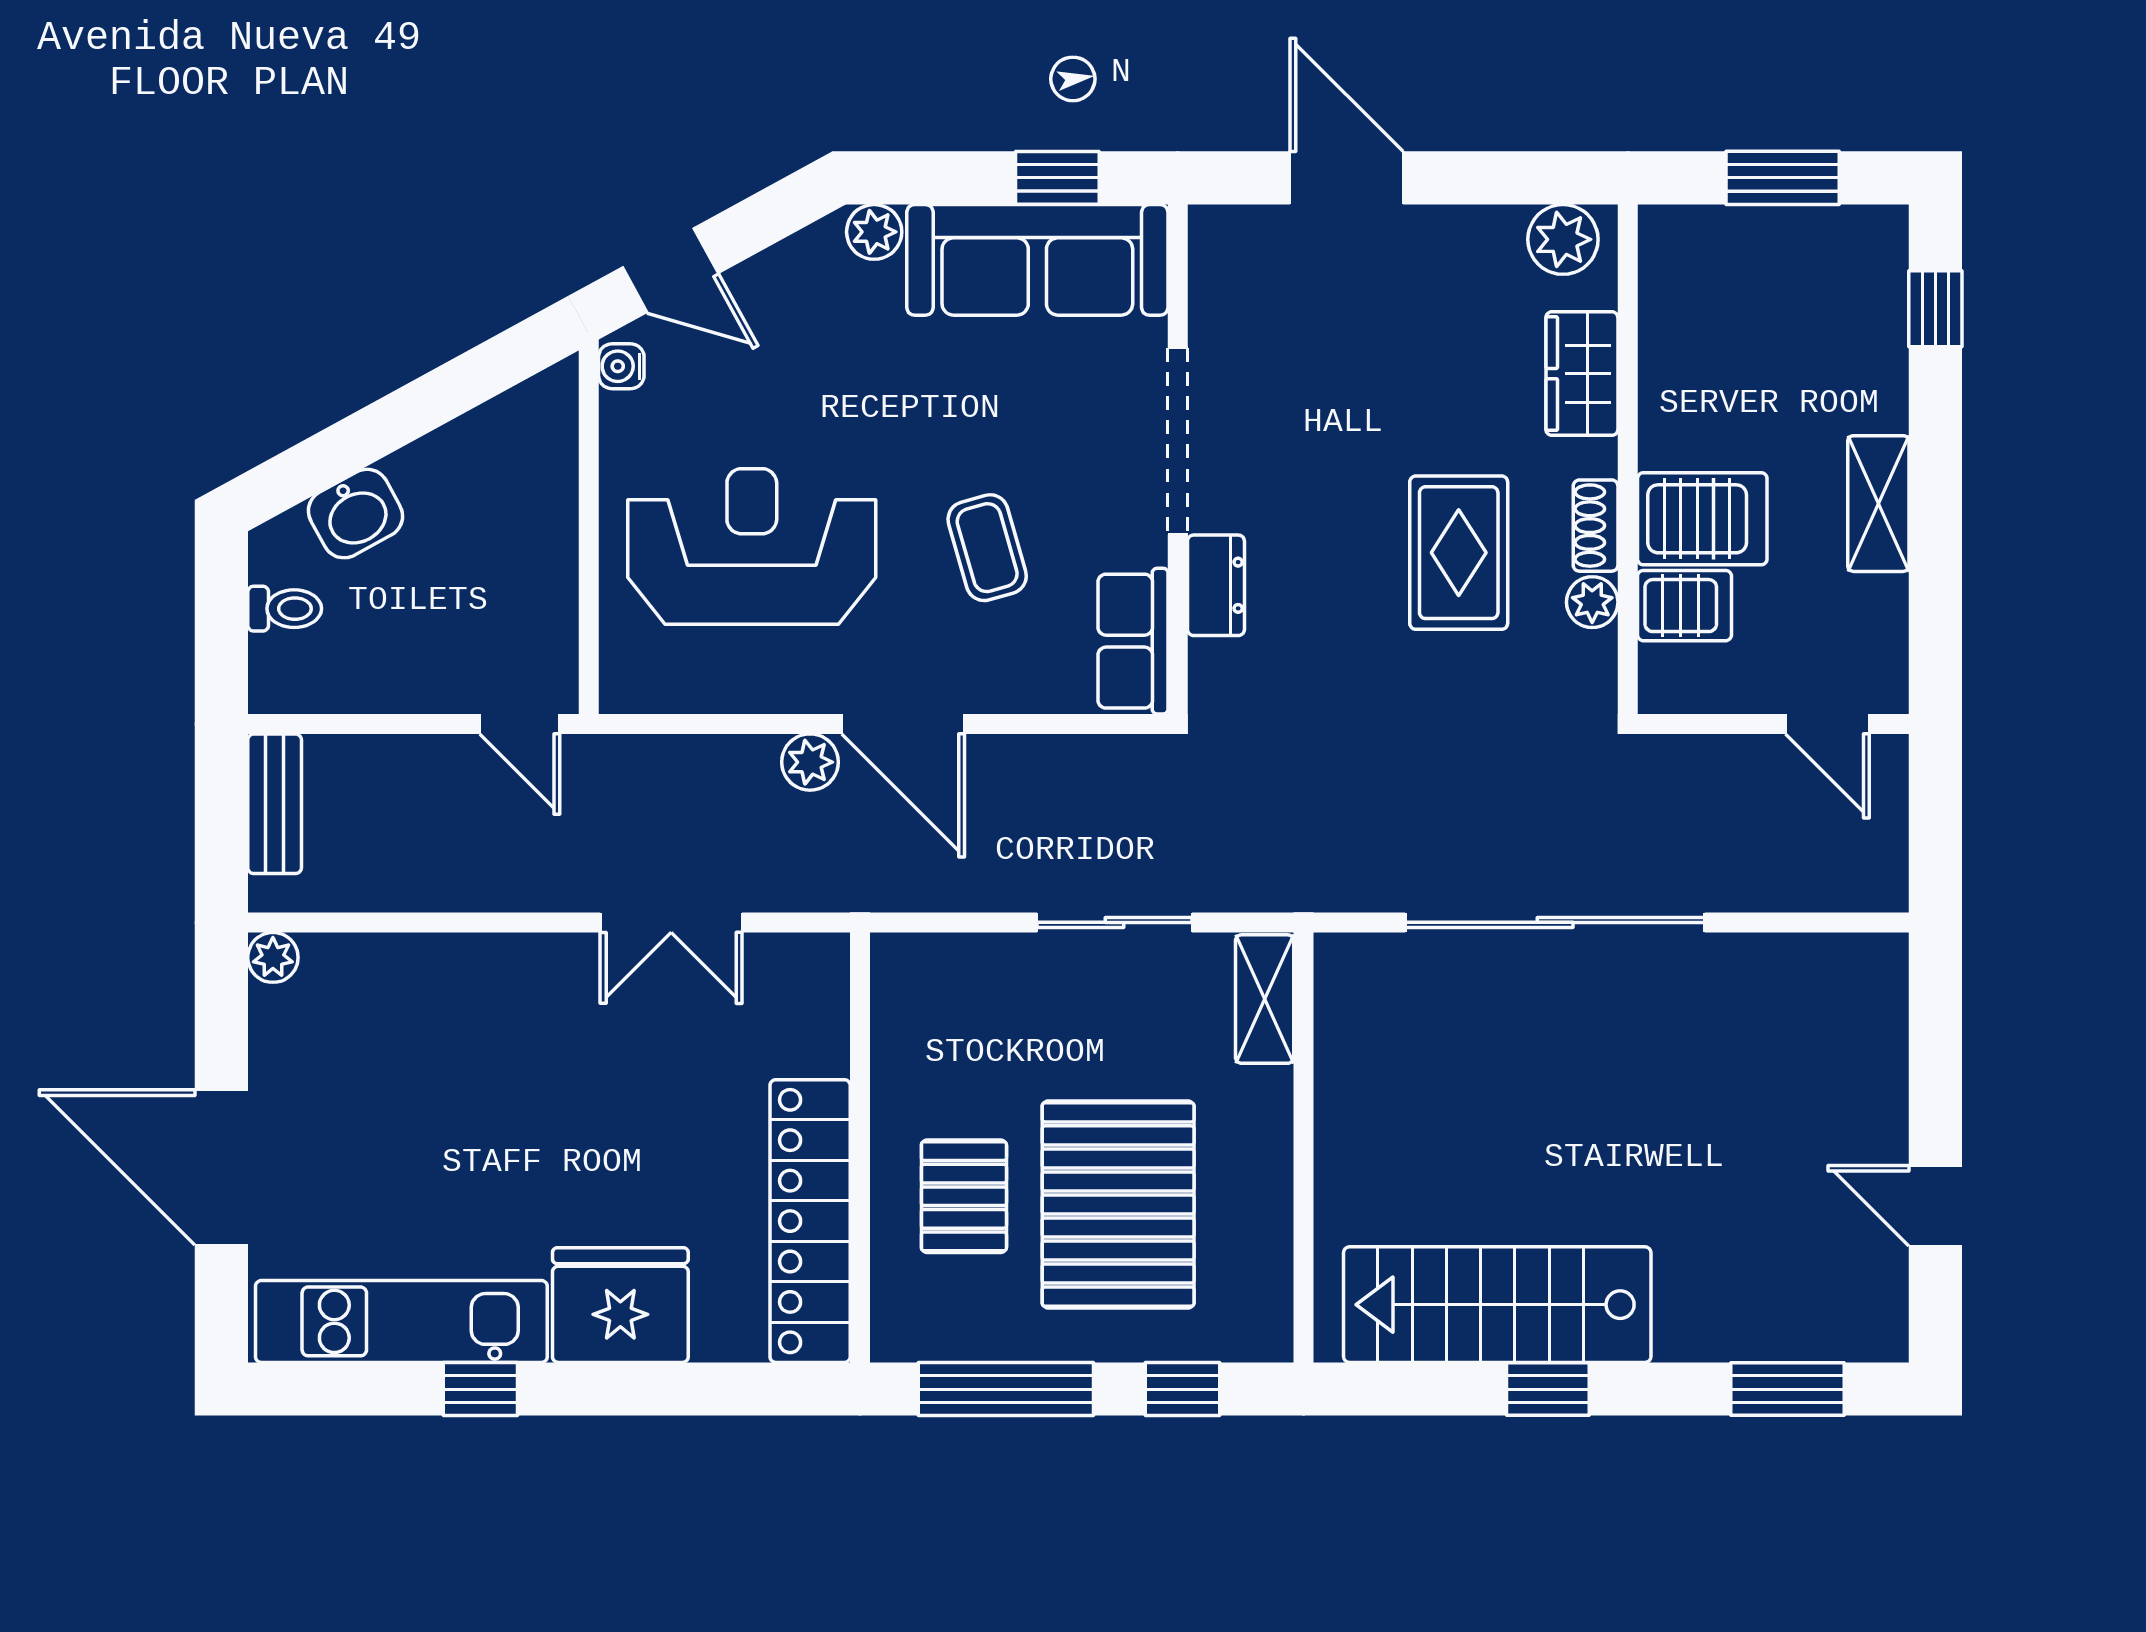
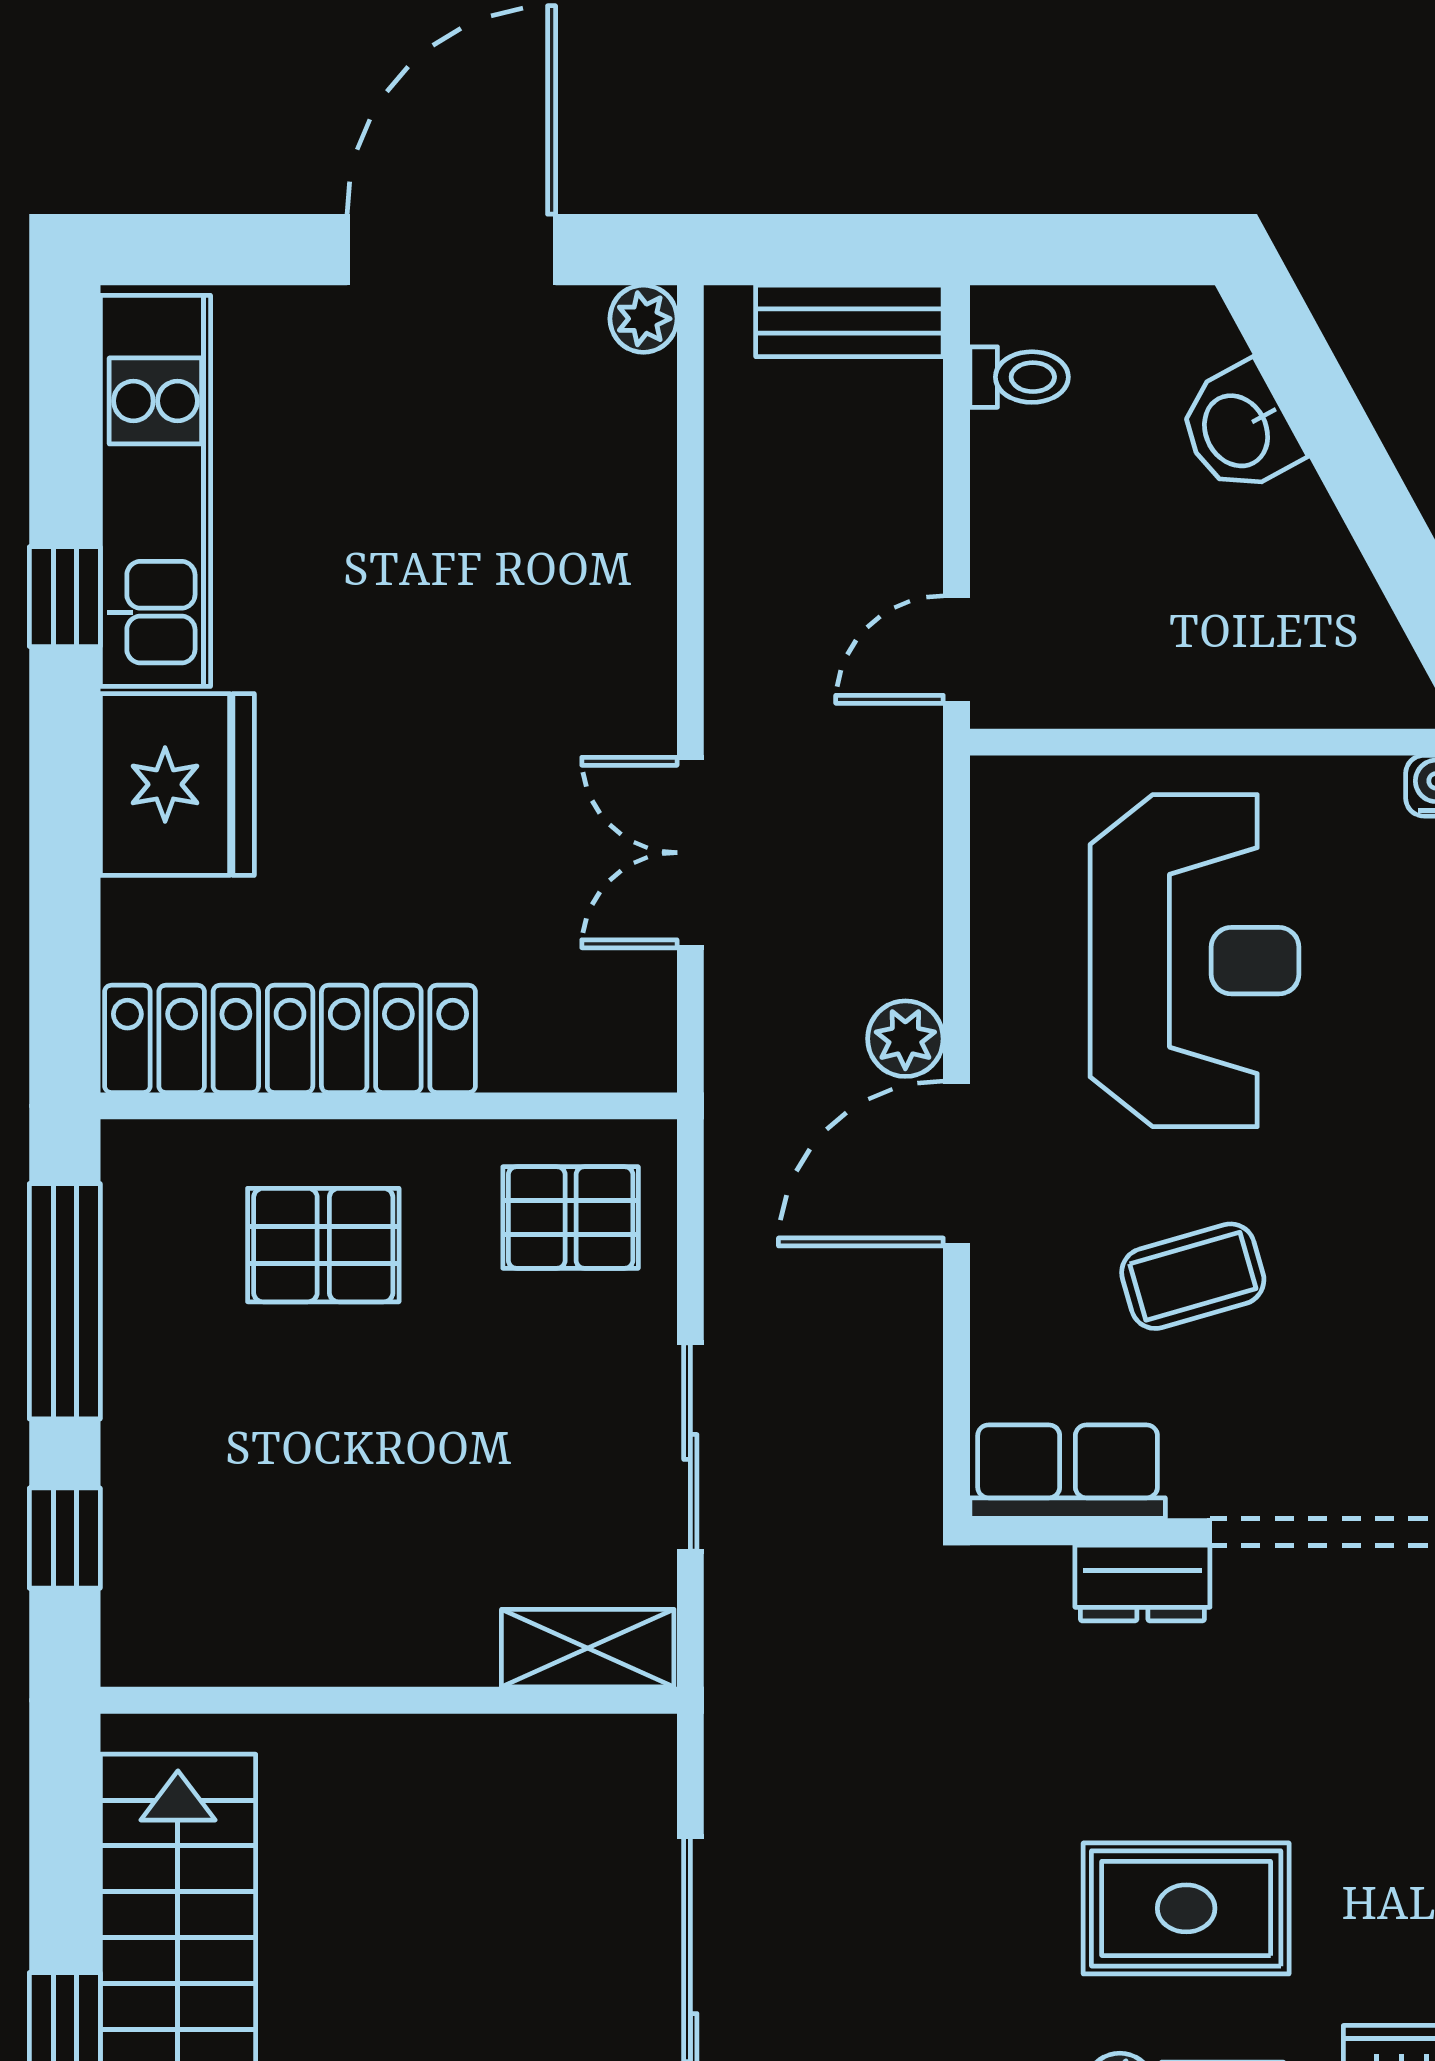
toilet: (285, 609) -> (1019, 377), moved, turned -90
door: (221, 1167) -> (451, 250), moved
pallet: (1118, 1204) -> (571, 1218), moved, width x0.49, depth x0.50

